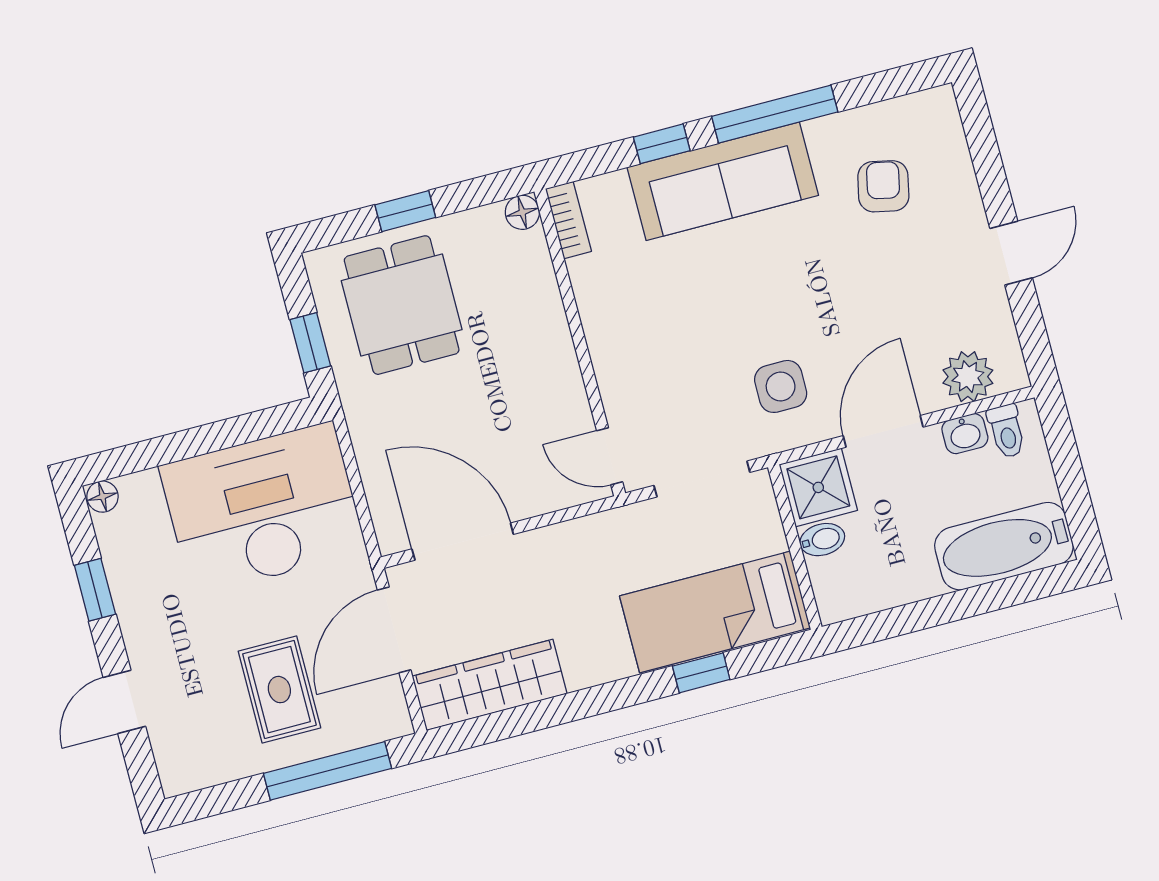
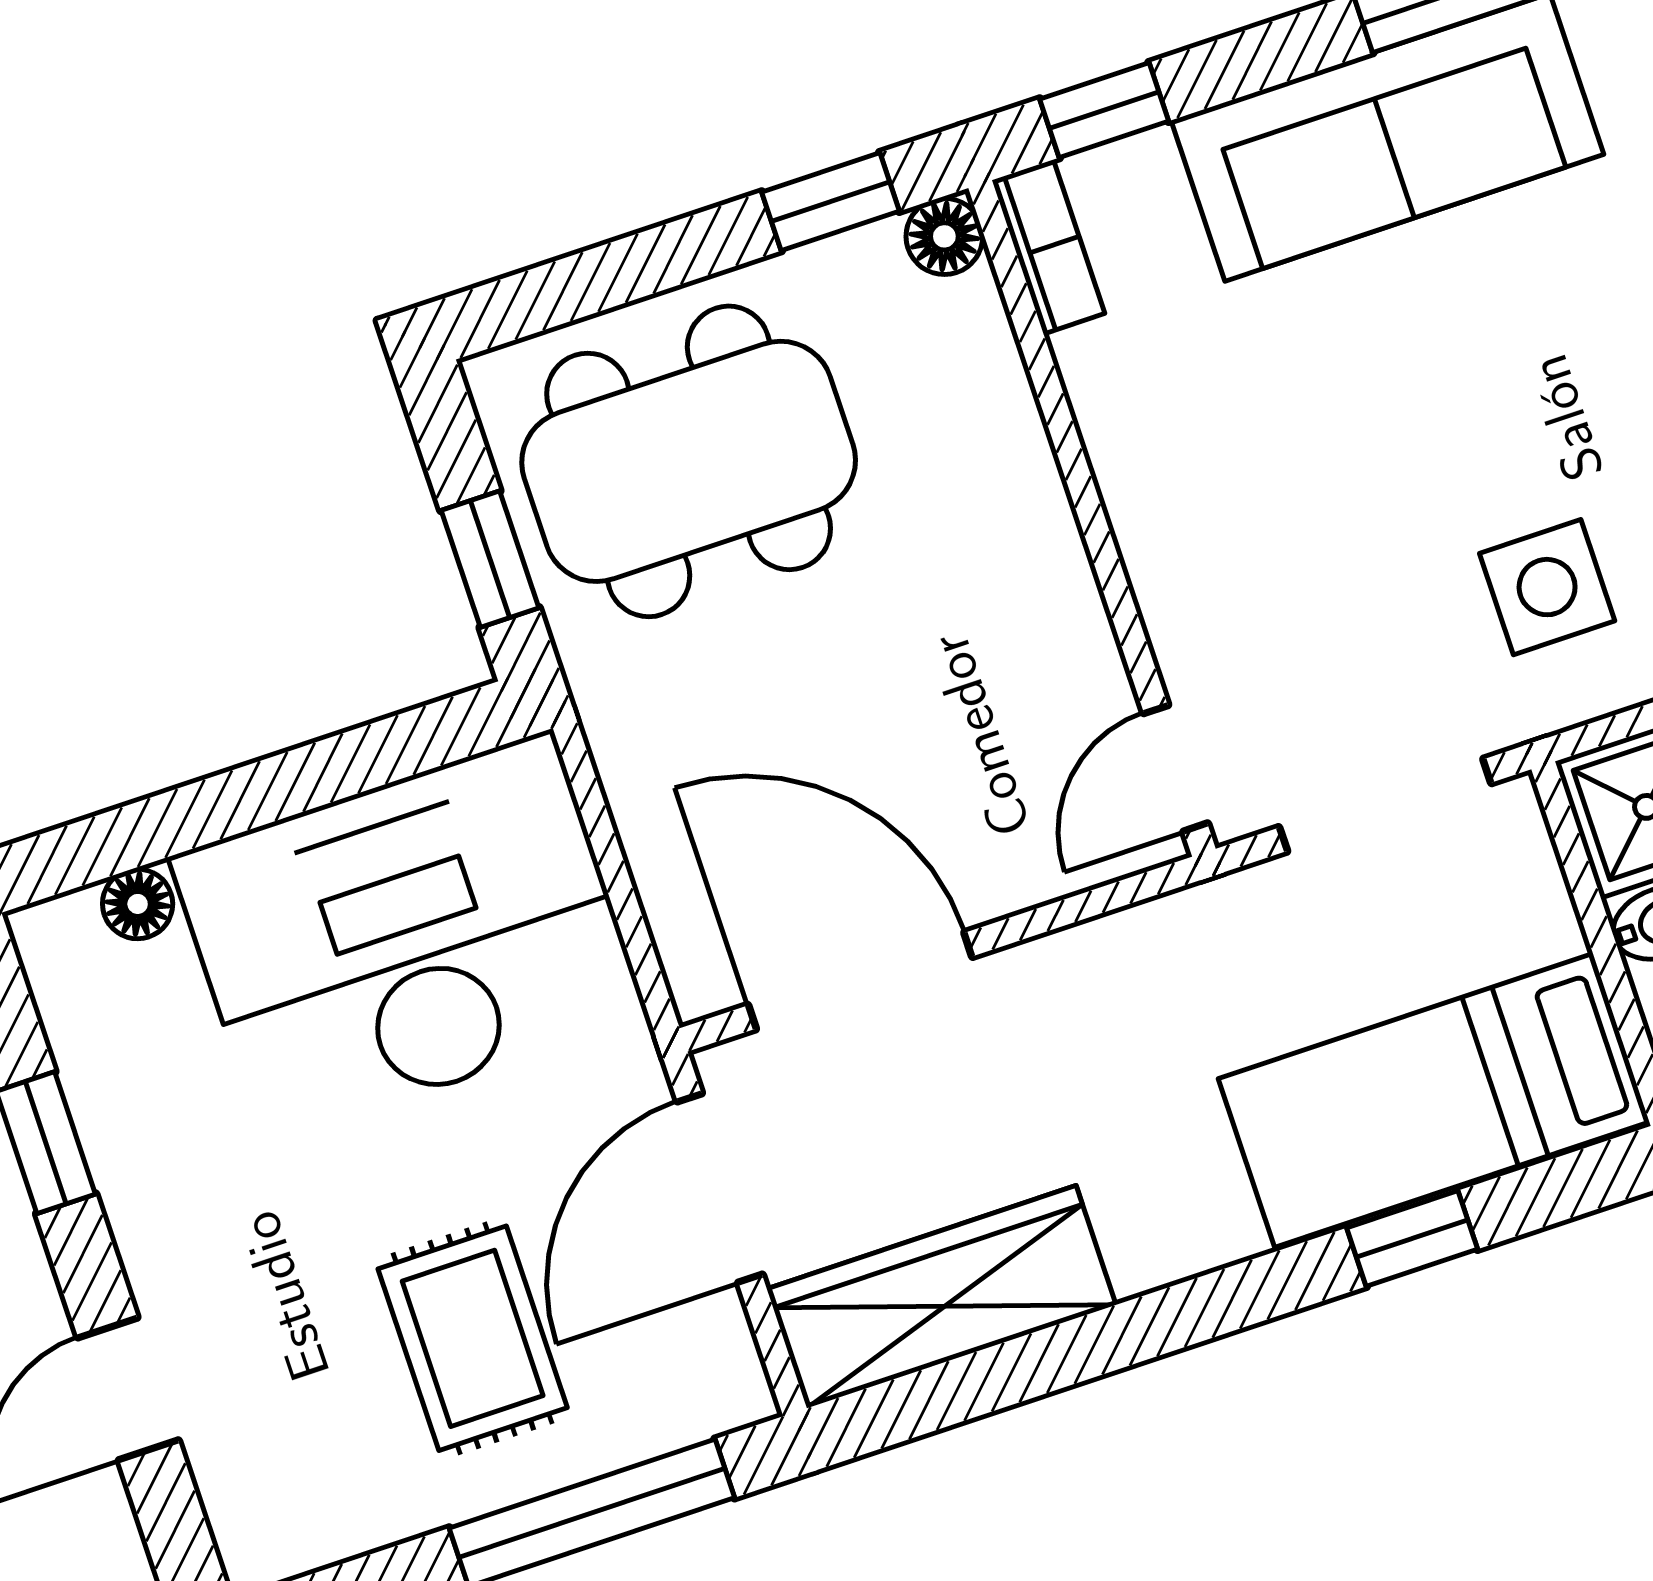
window: (662, 144) -> (1104, 110), moved
window: (405, 211) -> (831, 202), moved
dining table: (402, 305) -> (689, 461), width x1.38
door: (610, 456) -> (1176, 768), hinge flipped
floor lamp: (102, 497) -> (138, 904), moved

